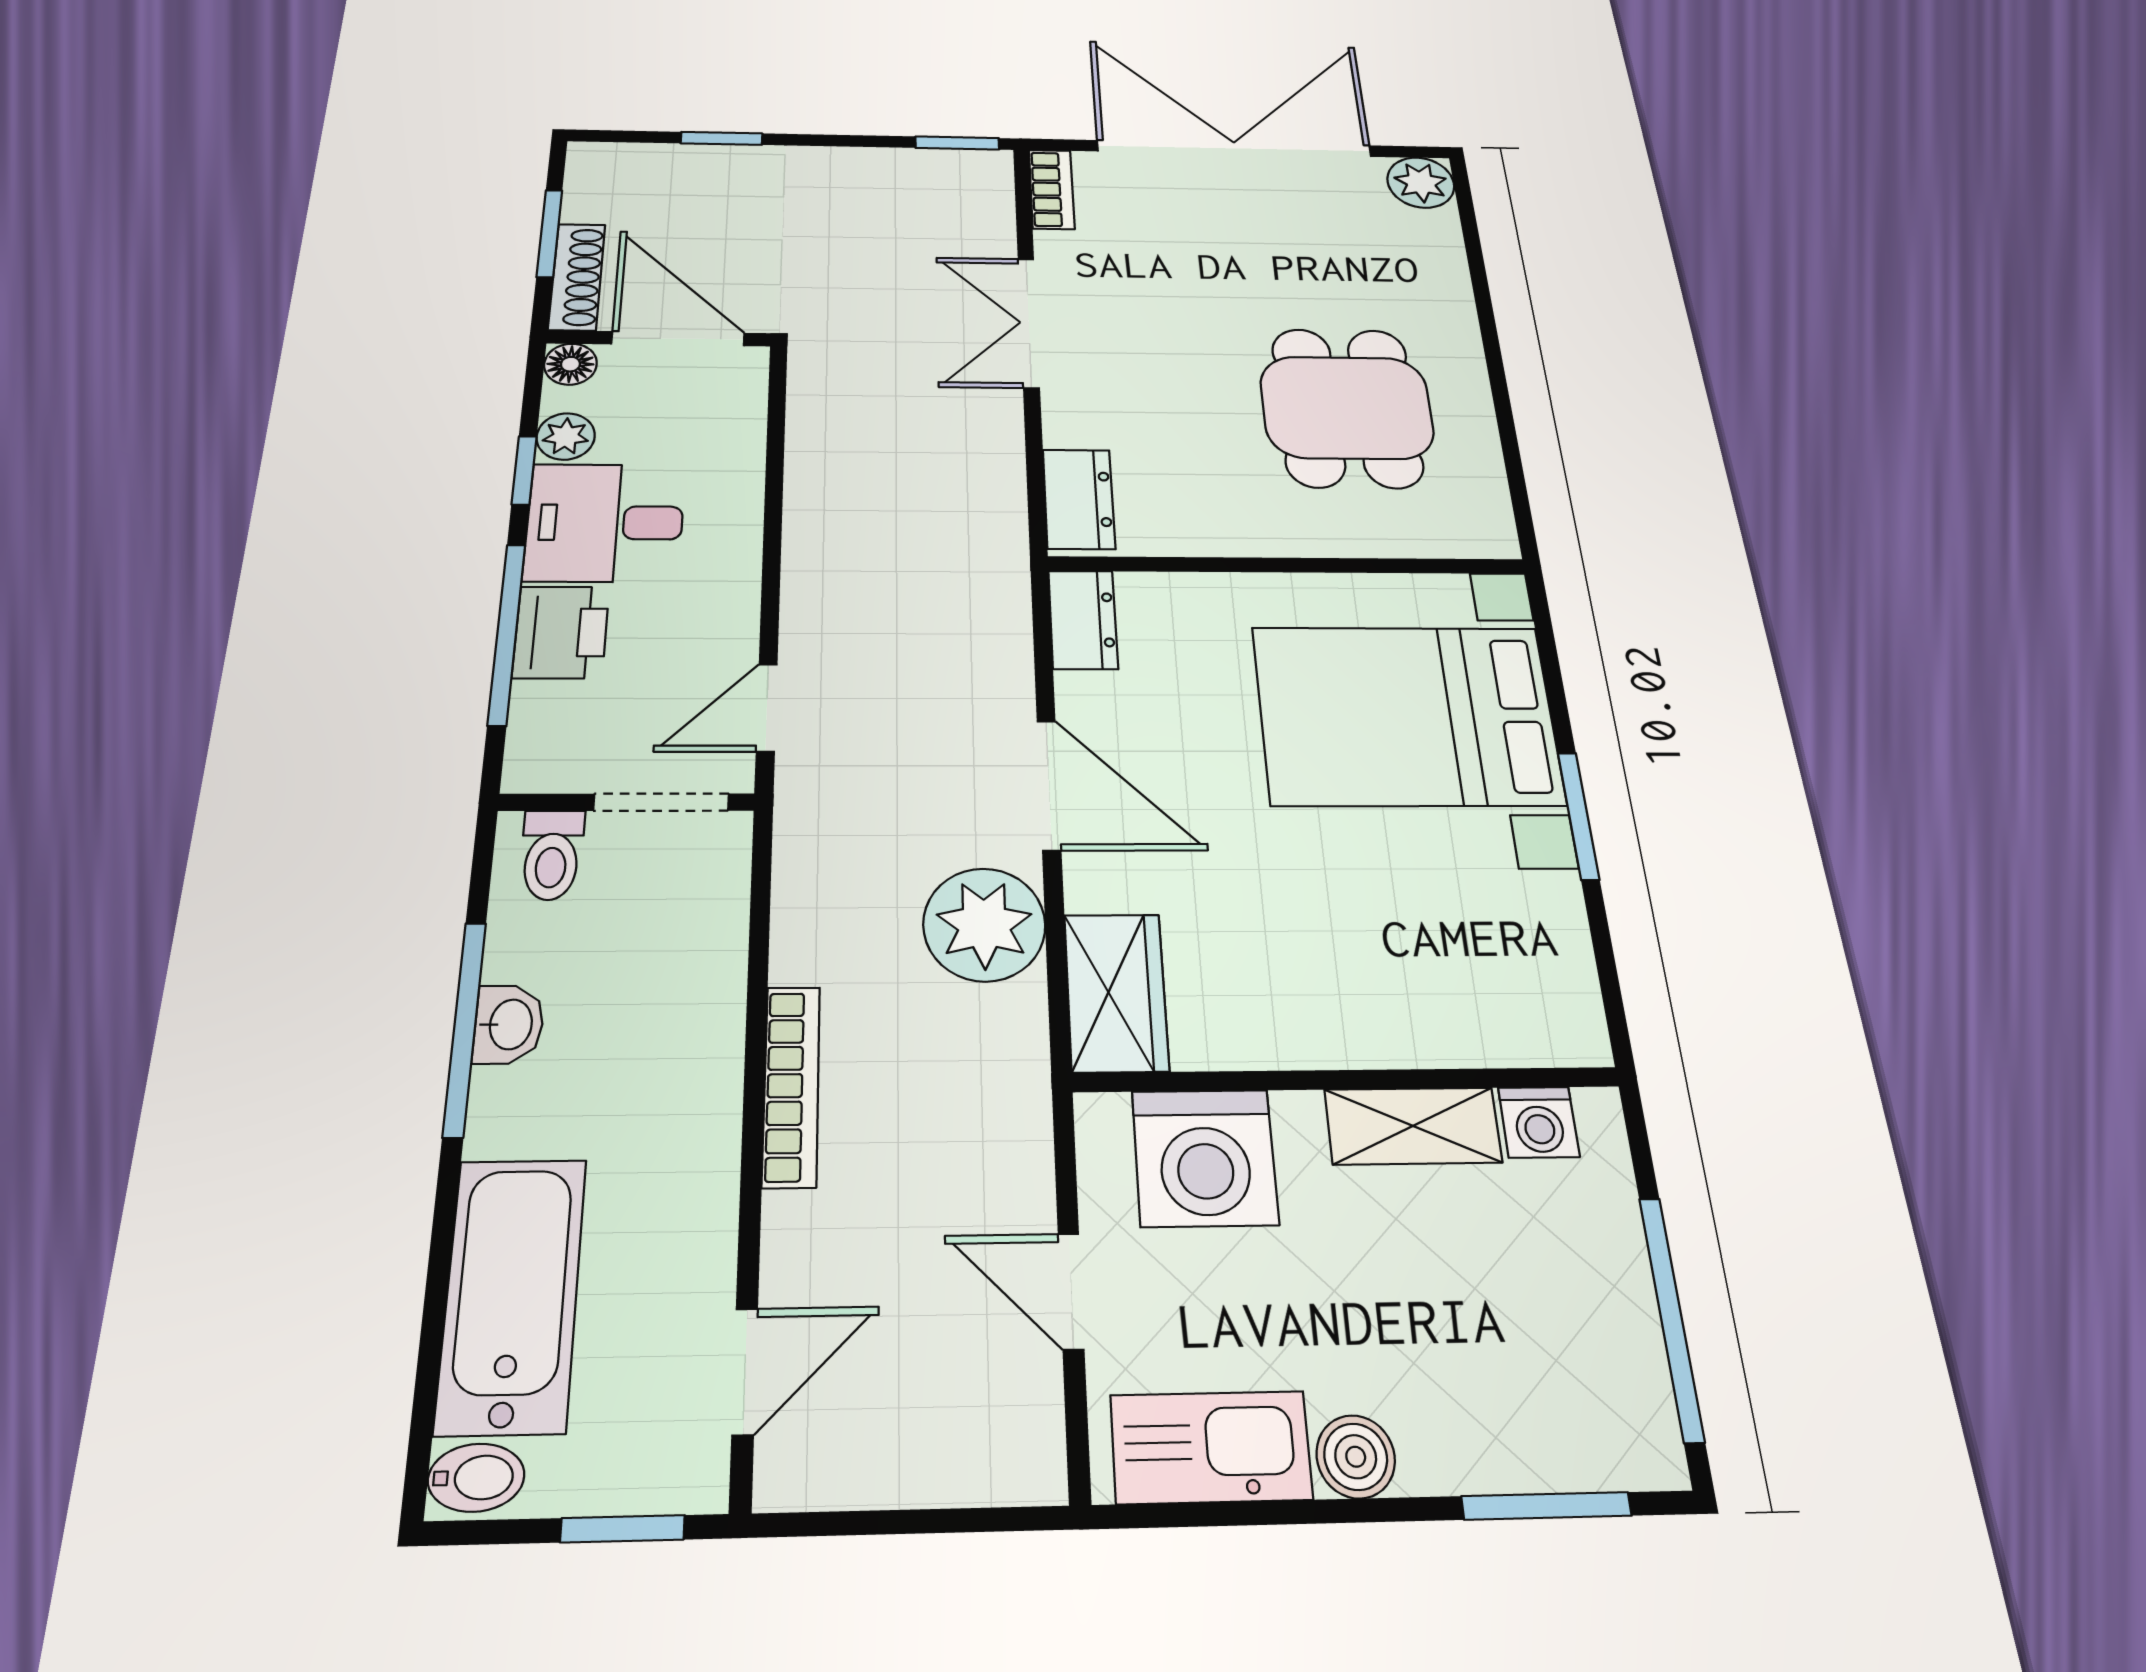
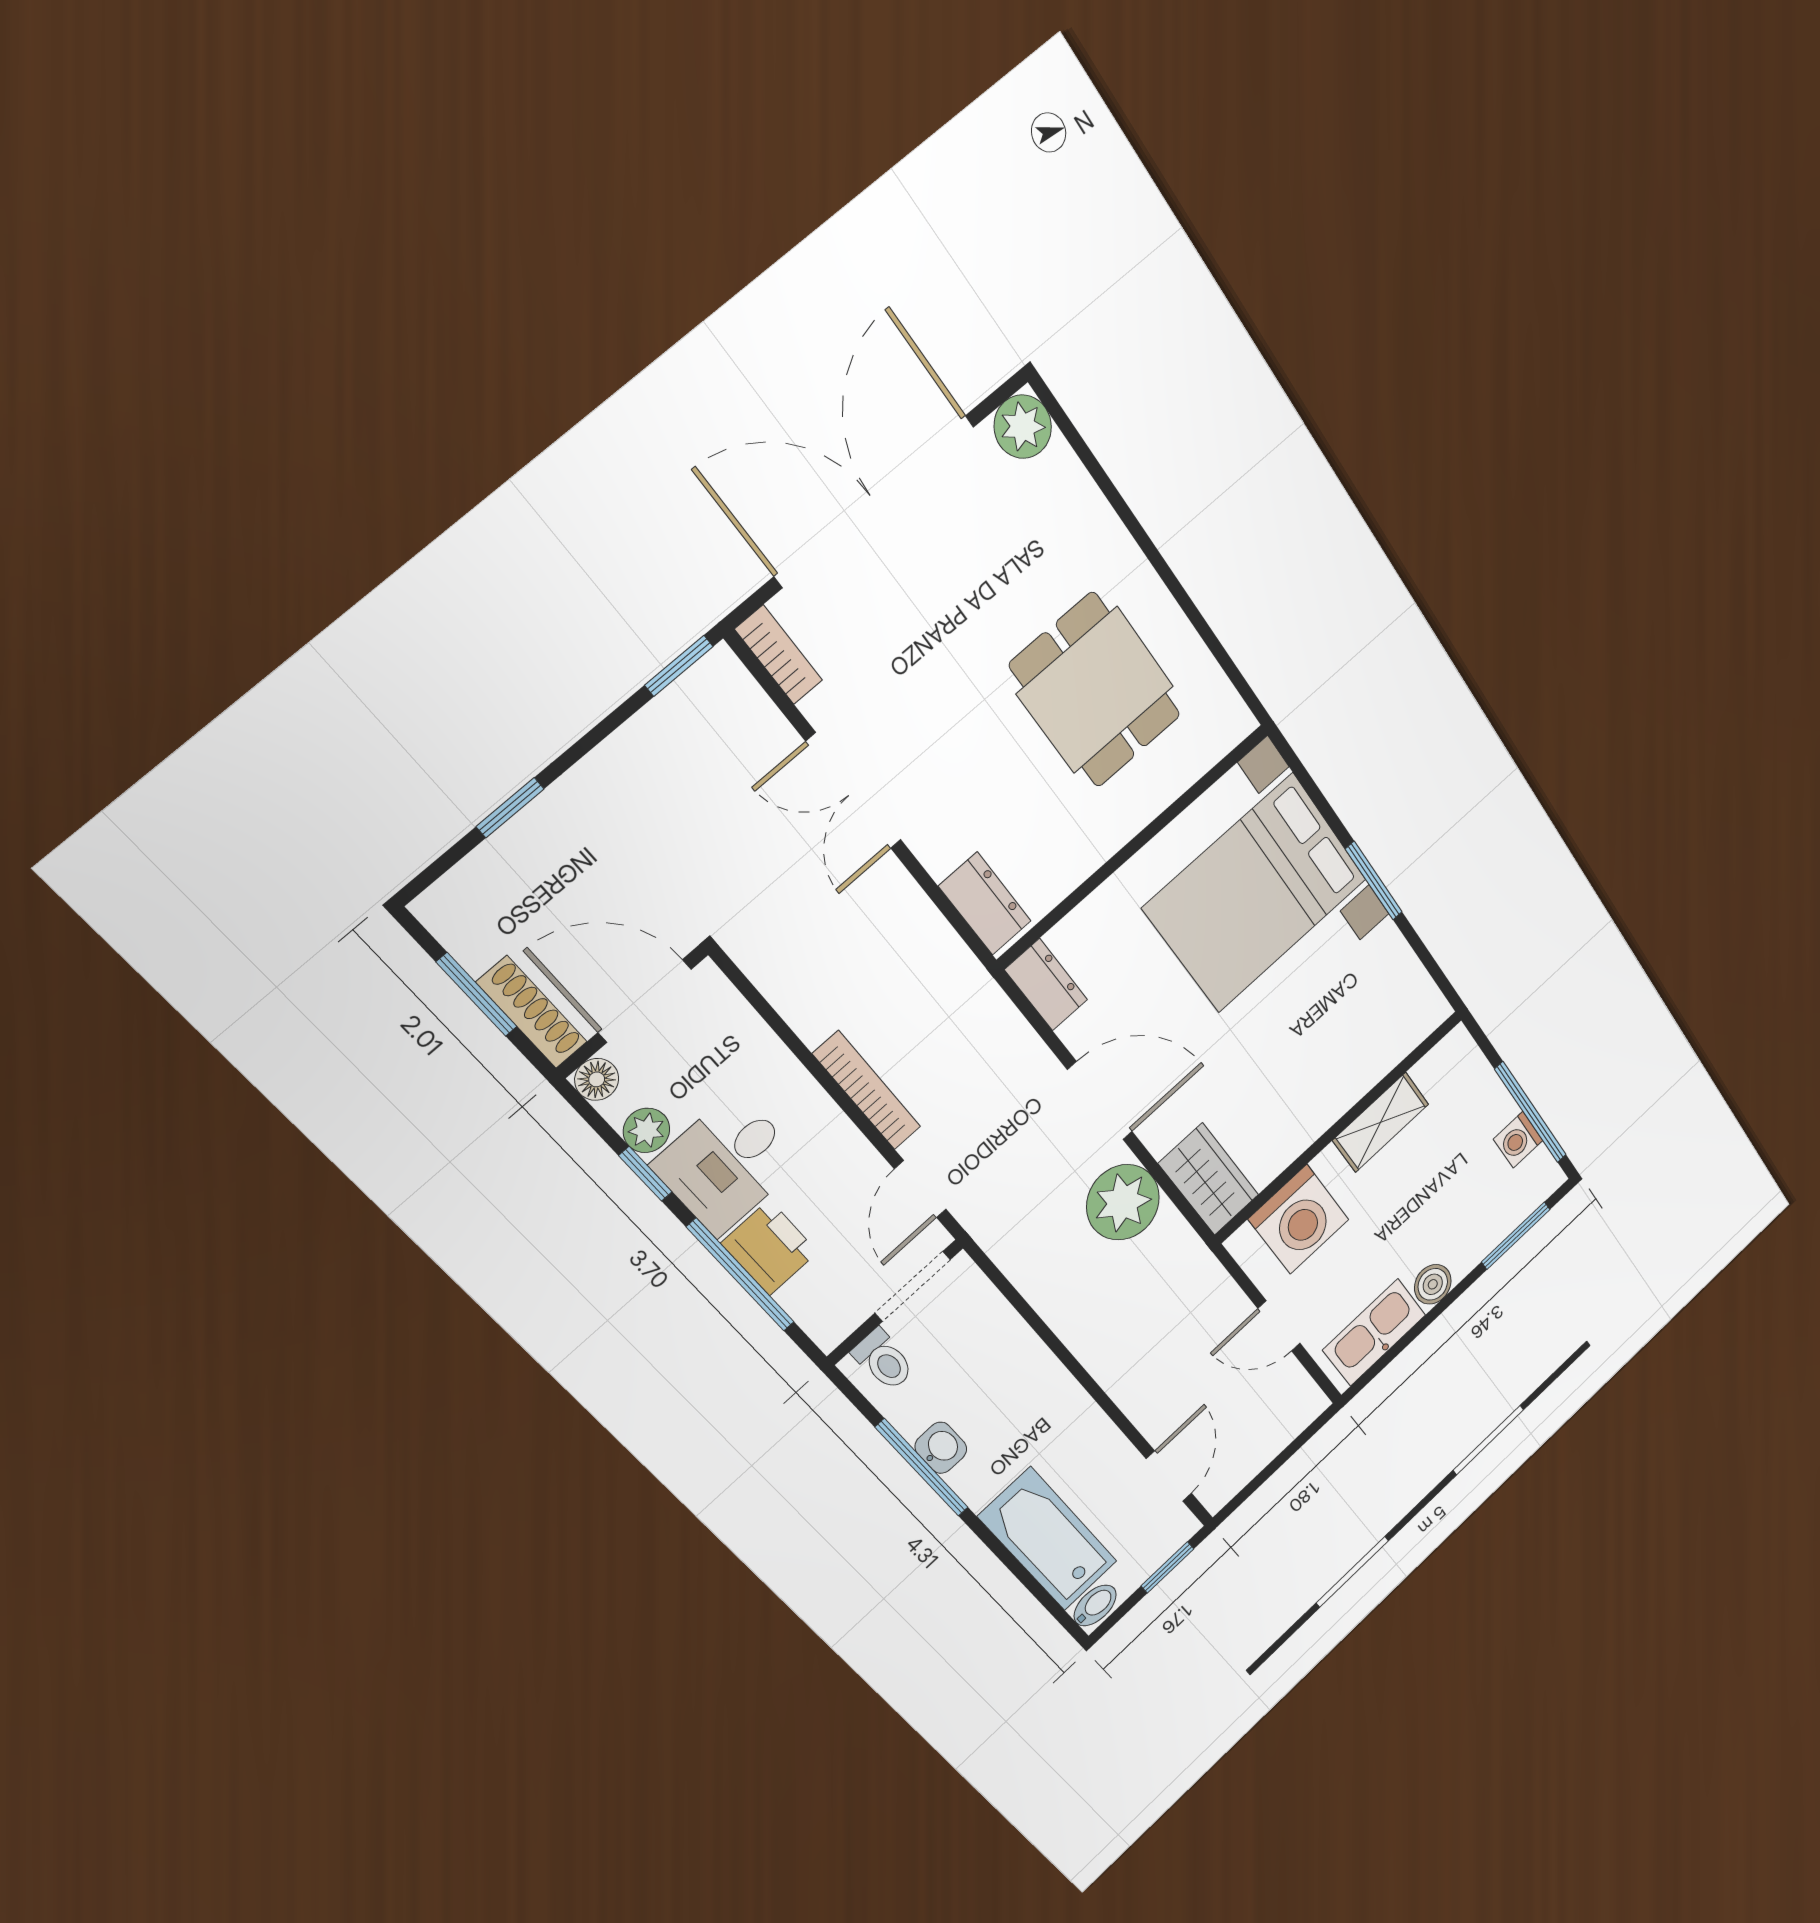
bookcase: (791, 1086) -> (867, 1090), moved
washing machine: (1539, 1122) -> (1518, 1140), moved, turned 90

